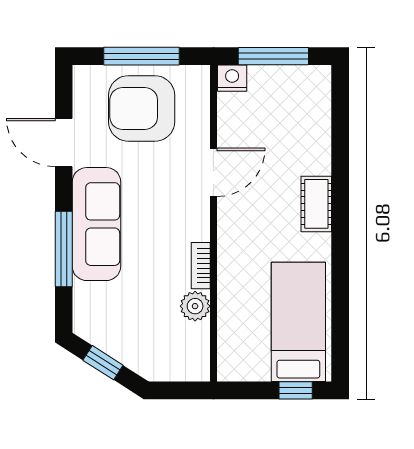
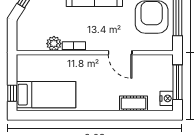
nightstand: (232, 78) -> (167, 98), moved
cot: (316, 204) -> (133, 103), moved

